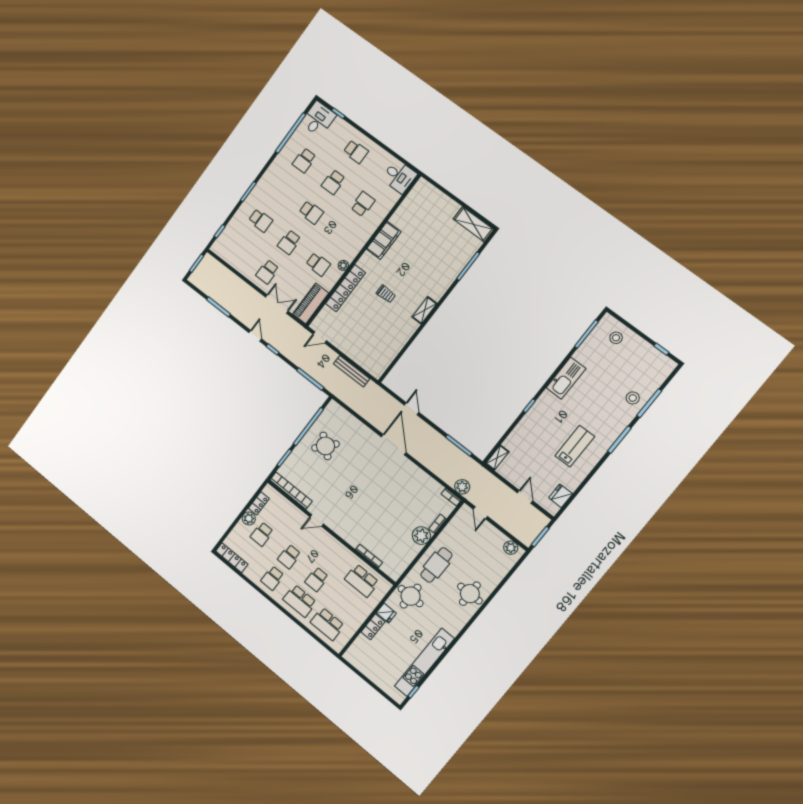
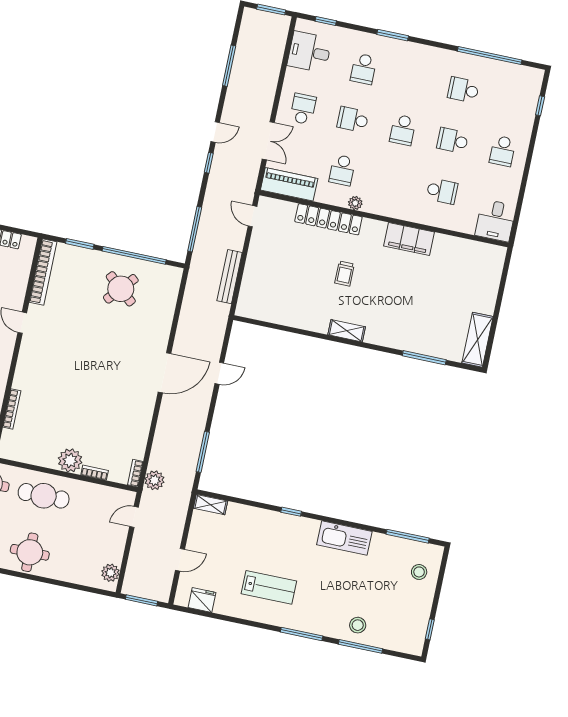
desk: (318, 119) -> (309, 52), moved, turned 180
school desk: (267, 272) -> (303, 109), turned 90

